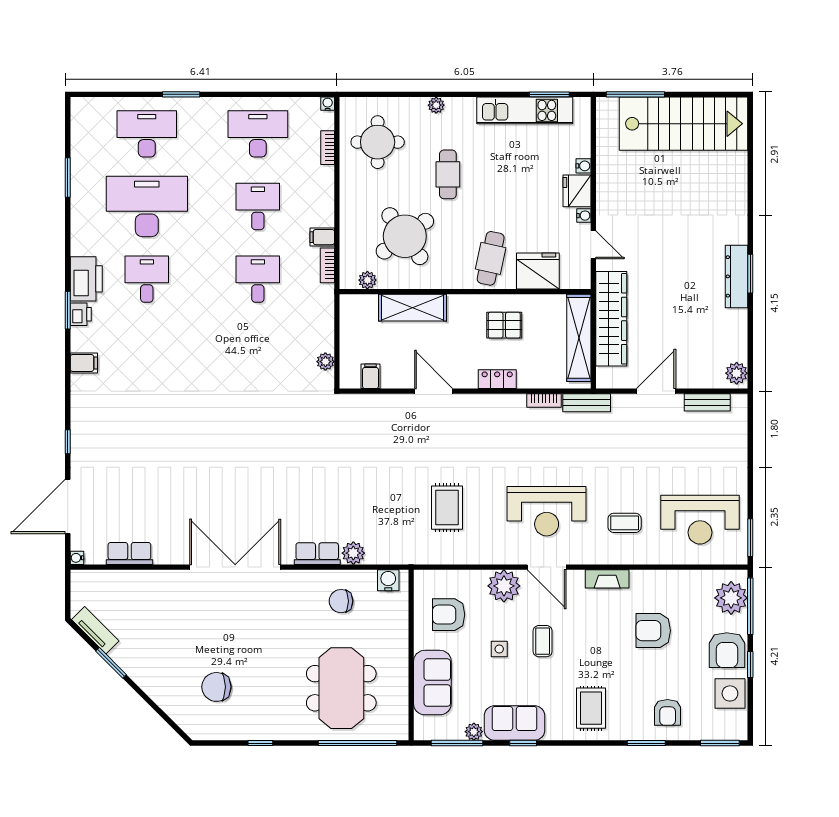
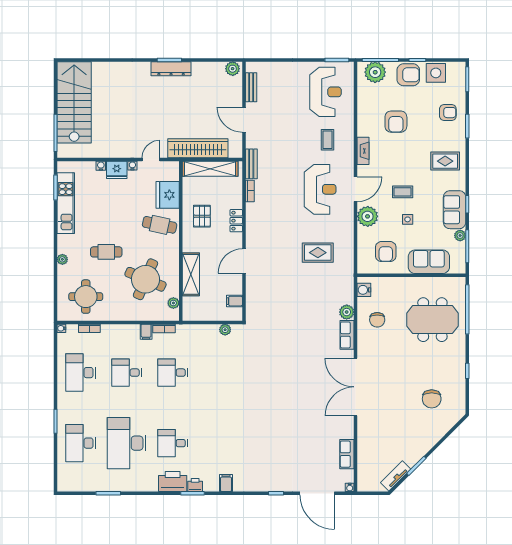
round table: (405, 236) -> (145, 279), turned -31

